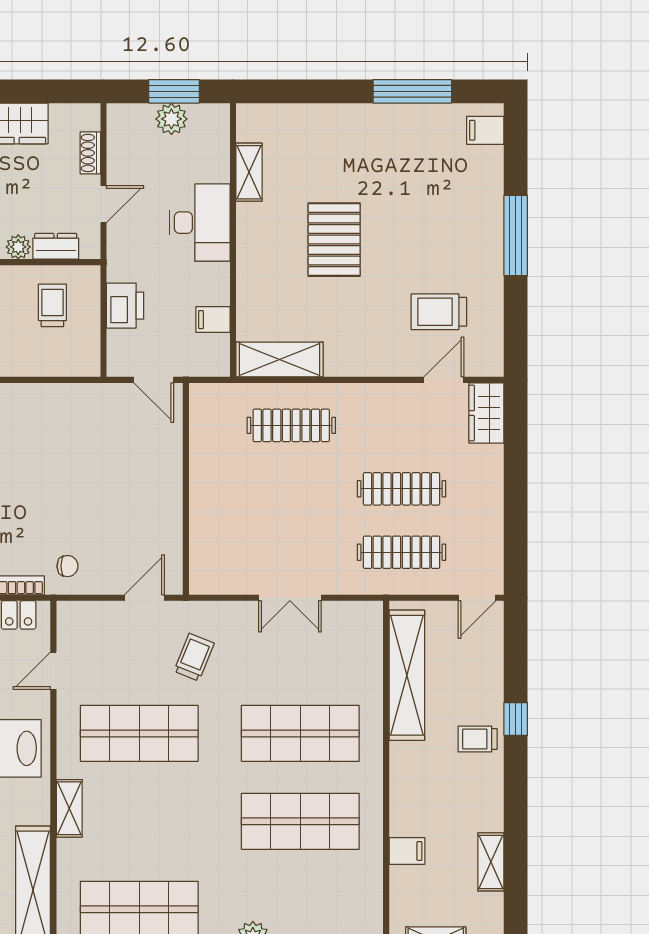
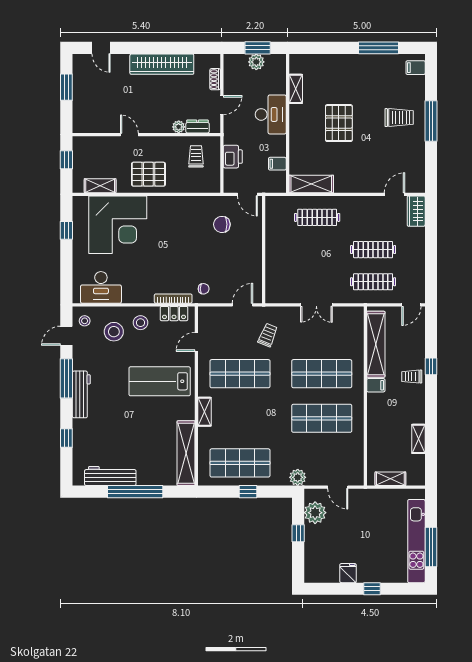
trolley: (439, 312) -> (399, 118), moved, turned 180
chair: (104, 439) -> (222, 224), added
filing cabinet: (407, 851) -> (376, 385), moved

